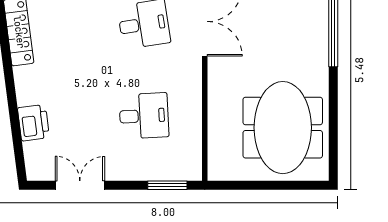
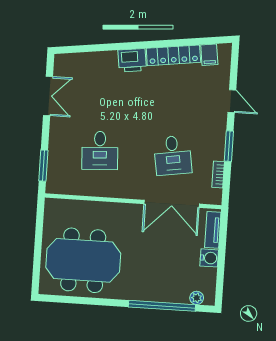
printer: (33, 123) -> (132, 60), moved

